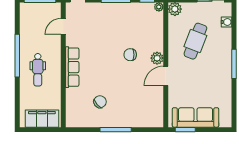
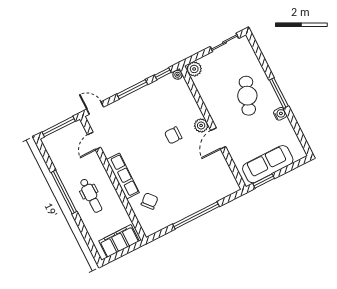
water cooler: (227, 22) -> (280, 114), moved
cafe table: (195, 41) -> (247, 96), moved
chair: (100, 102) -> (150, 201), moved
window: (116, 130) -> (196, 215), width x1.46

